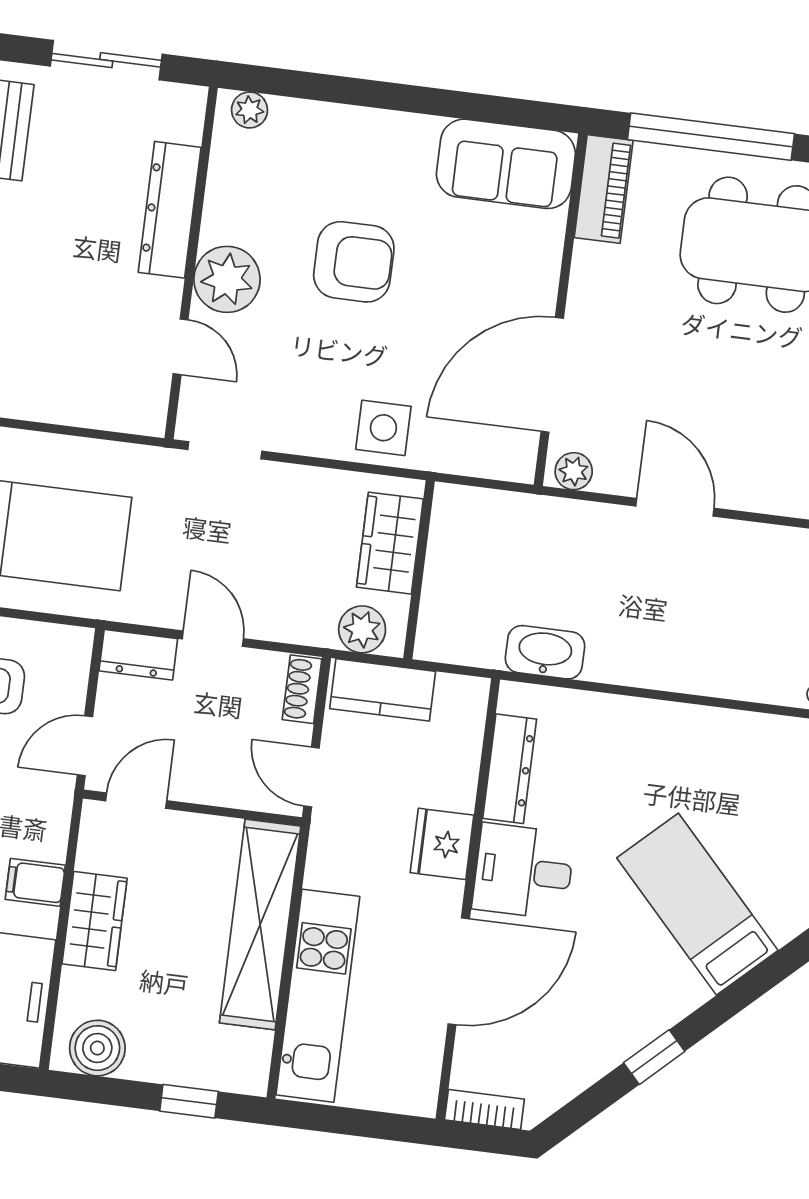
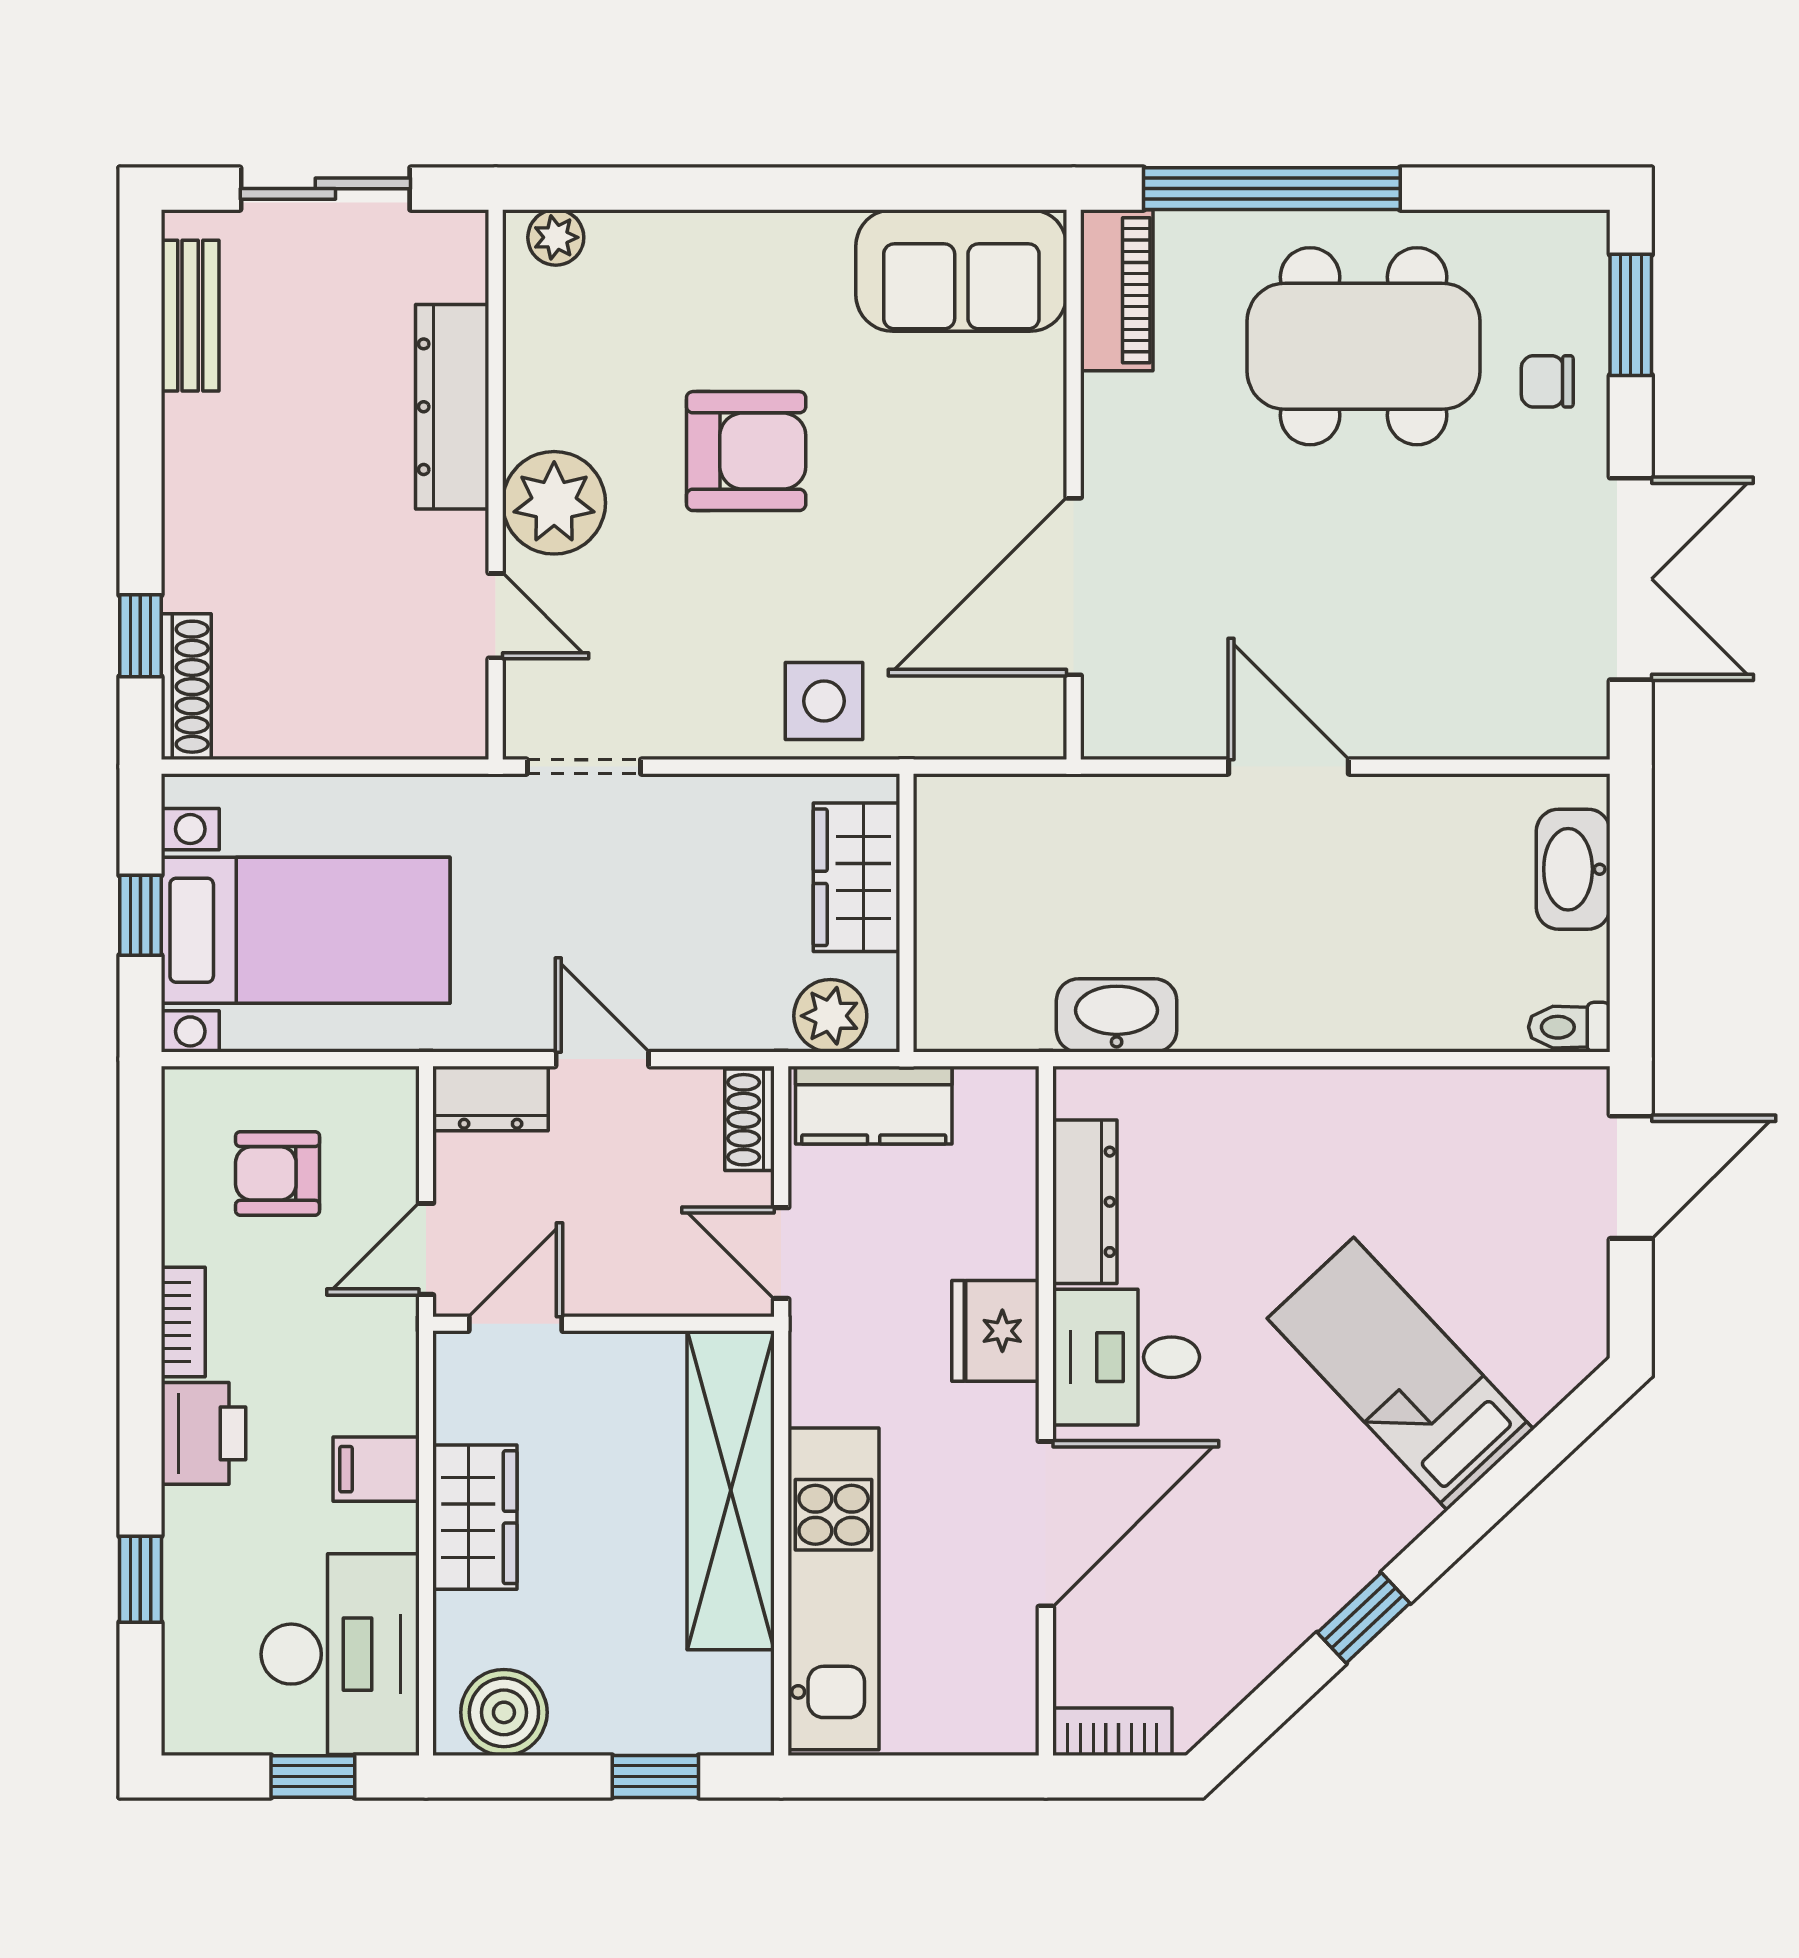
plant: (574, 471) -> (1126, 731), removed

